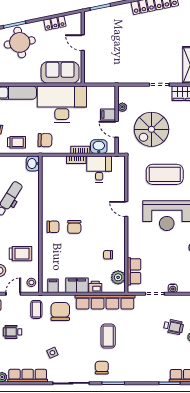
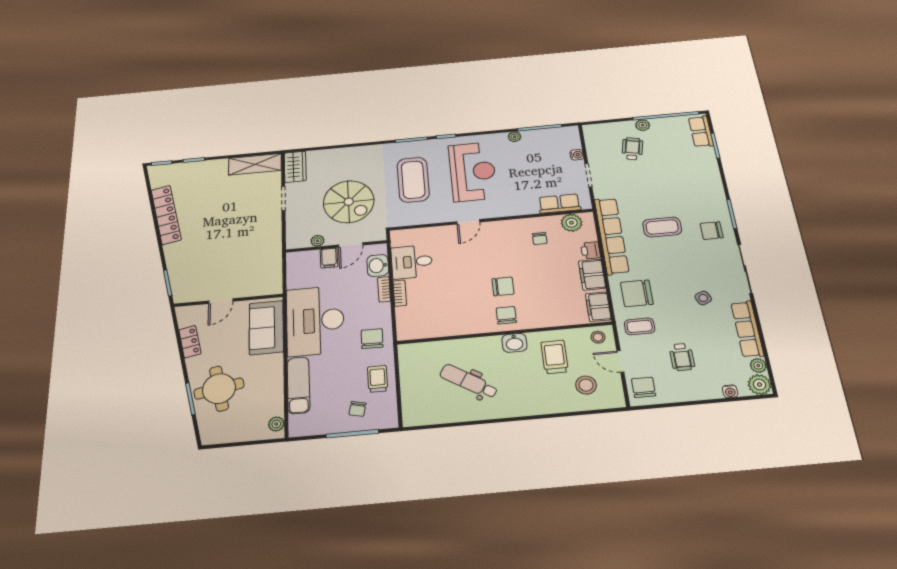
washbasin: (33, 163) -> (514, 343), moved
filing cabinet: (53, 286) -> (598, 307), width x2.00

